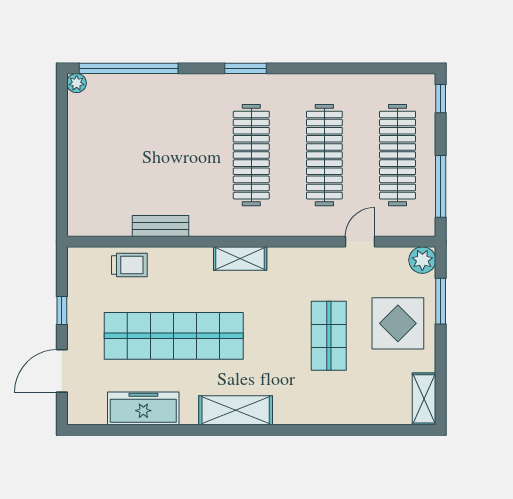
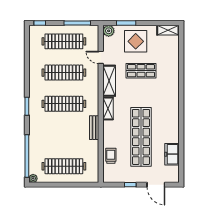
clothes rail: (105, 155) -> (64, 166), added
bench: (161, 226) -> (94, 128), moved
freezer: (143, 408) -> (172, 154), width x0.71
shelving: (236, 410) -> (109, 81), moved

